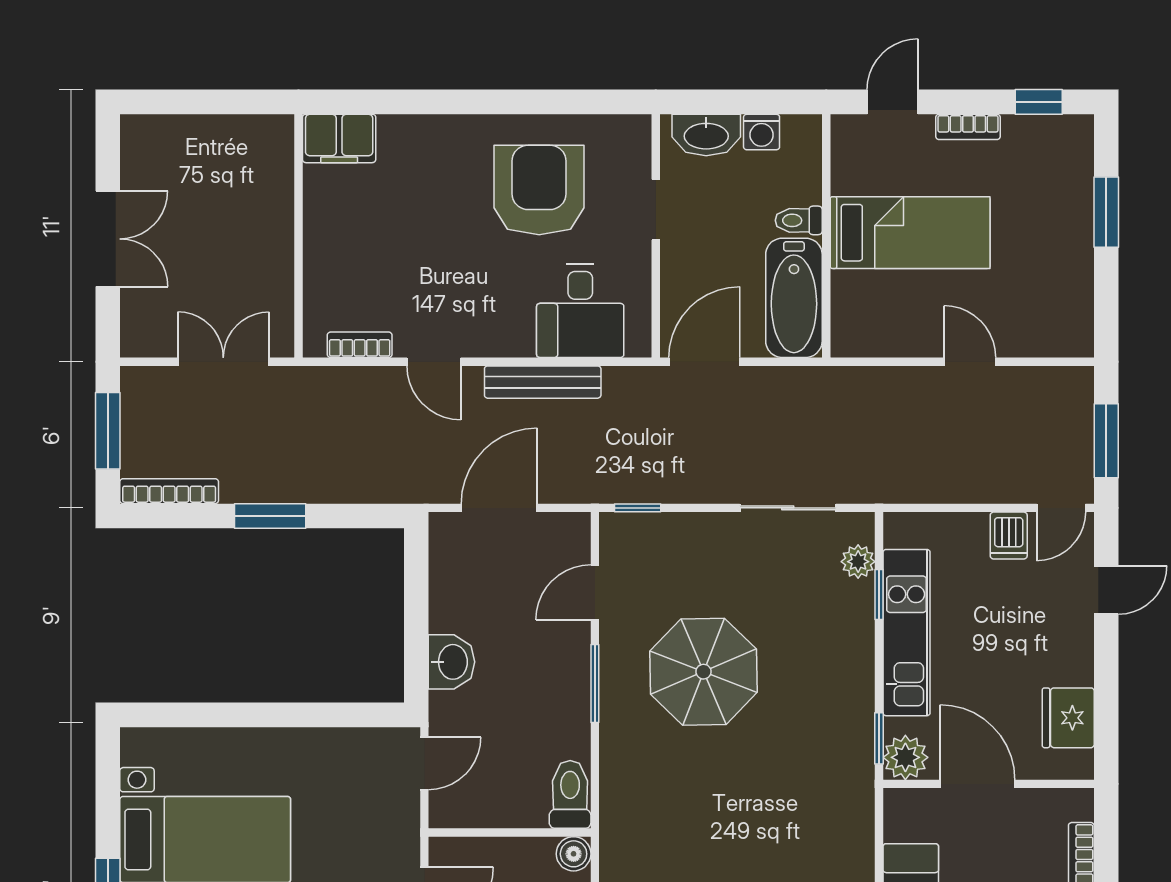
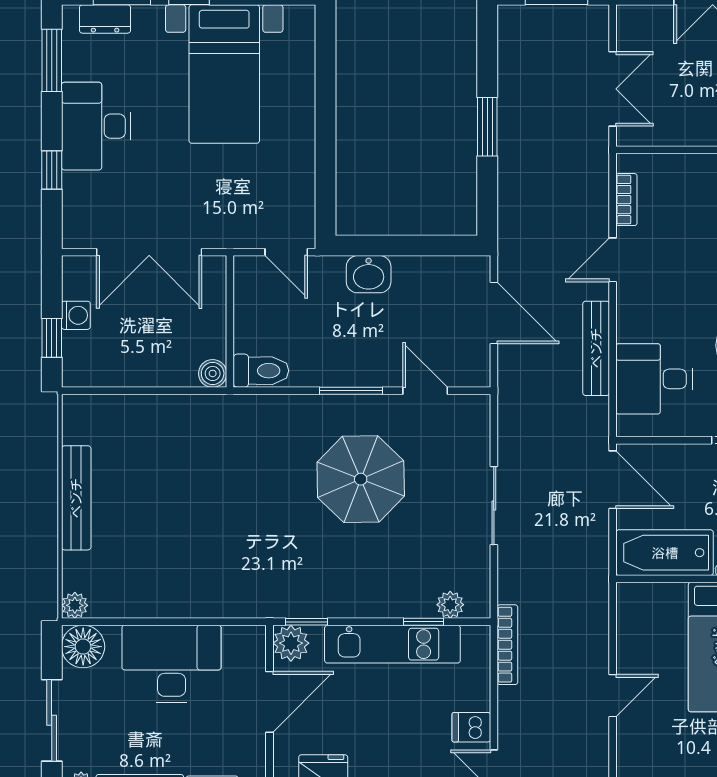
bookcase: (169, 491) -> (507, 645), moved
window: (638, 508) -> (494, 425), removed
sliding door: (788, 508) -> (494, 506), moved

